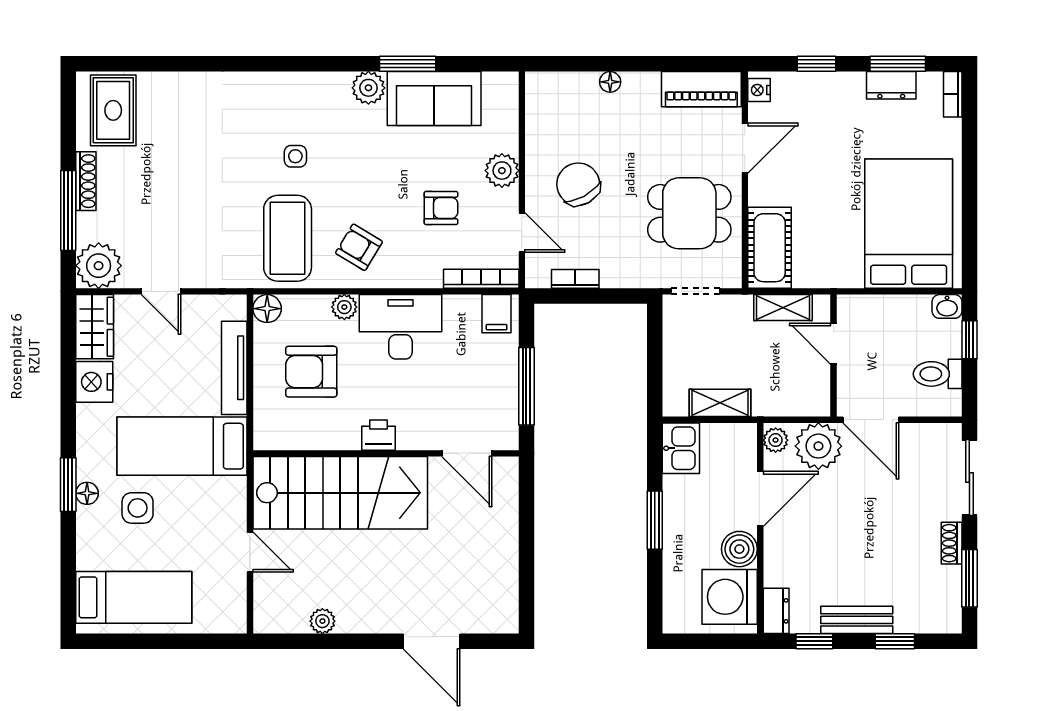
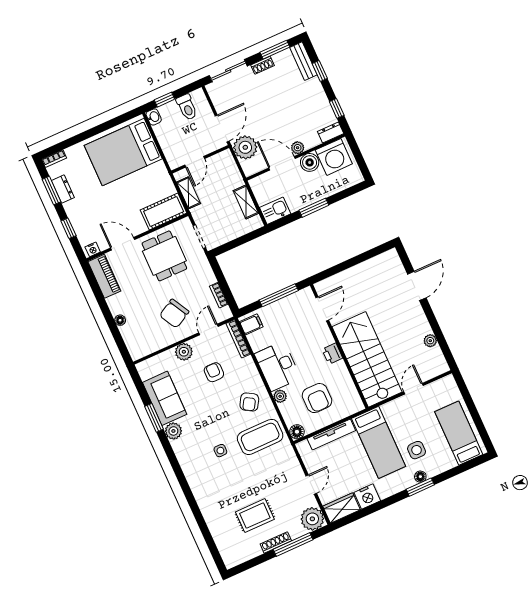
rug: (113, 110) -> (255, 516), moved
plant: (776, 440) -> (298, 148), moved
bench: (857, 620) -> (303, 61), moved

